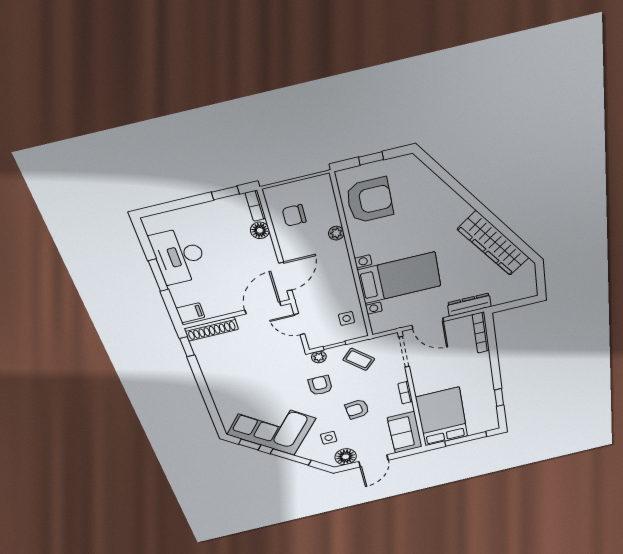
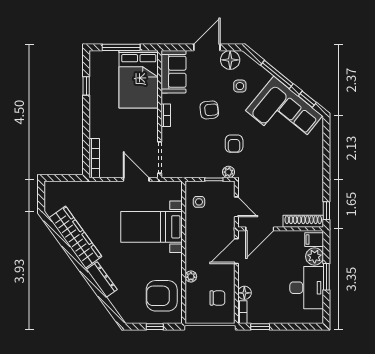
plant: (183, 294) -> (315, 257), added
dresser: (469, 305) -> (102, 279), moved, turned -126
coffee table: (359, 359) -> (197, 161), removed

